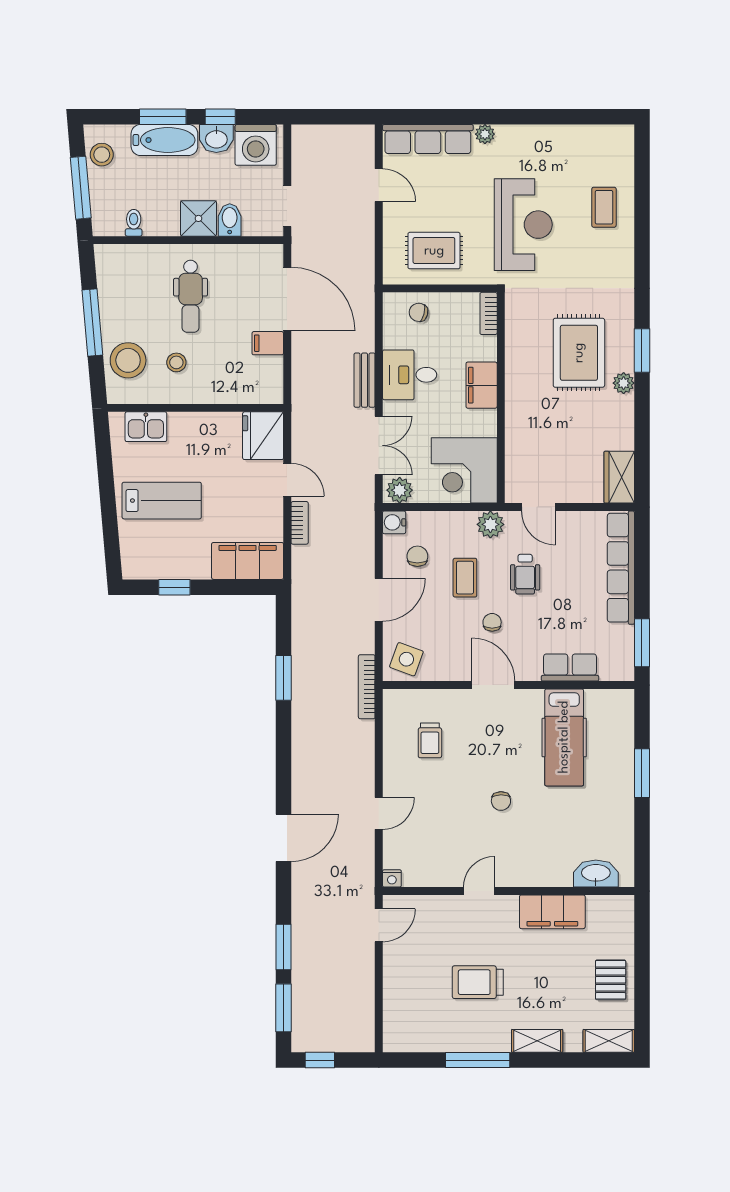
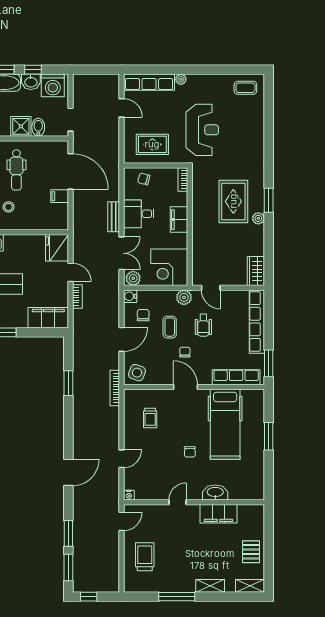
coffee table: (604, 207) -> (245, 88), moved, turned 90
row of seats: (570, 668) -> (236, 377), width x1.48
hospital bed: (564, 737) -> (225, 424), width x1.37, depth x1.29
washbasin: (596, 874) -> (215, 492), moved
trolley: (478, 982) -> (145, 557), moved, turned 90

